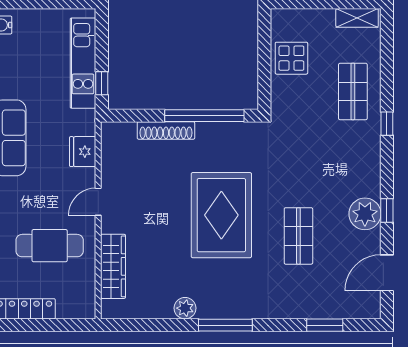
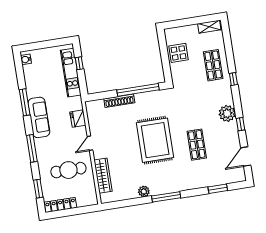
window: (102, 83) -> (79, 63), moved
plant: (365, 214) -> (227, 113), moved

